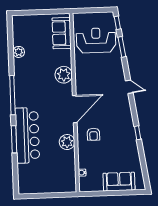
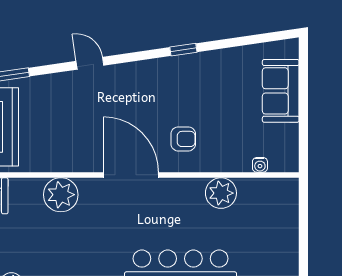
door: (129, 87) -> (90, 63), hinge flipped
plant: (67, 142) -> (221, 193), moved

